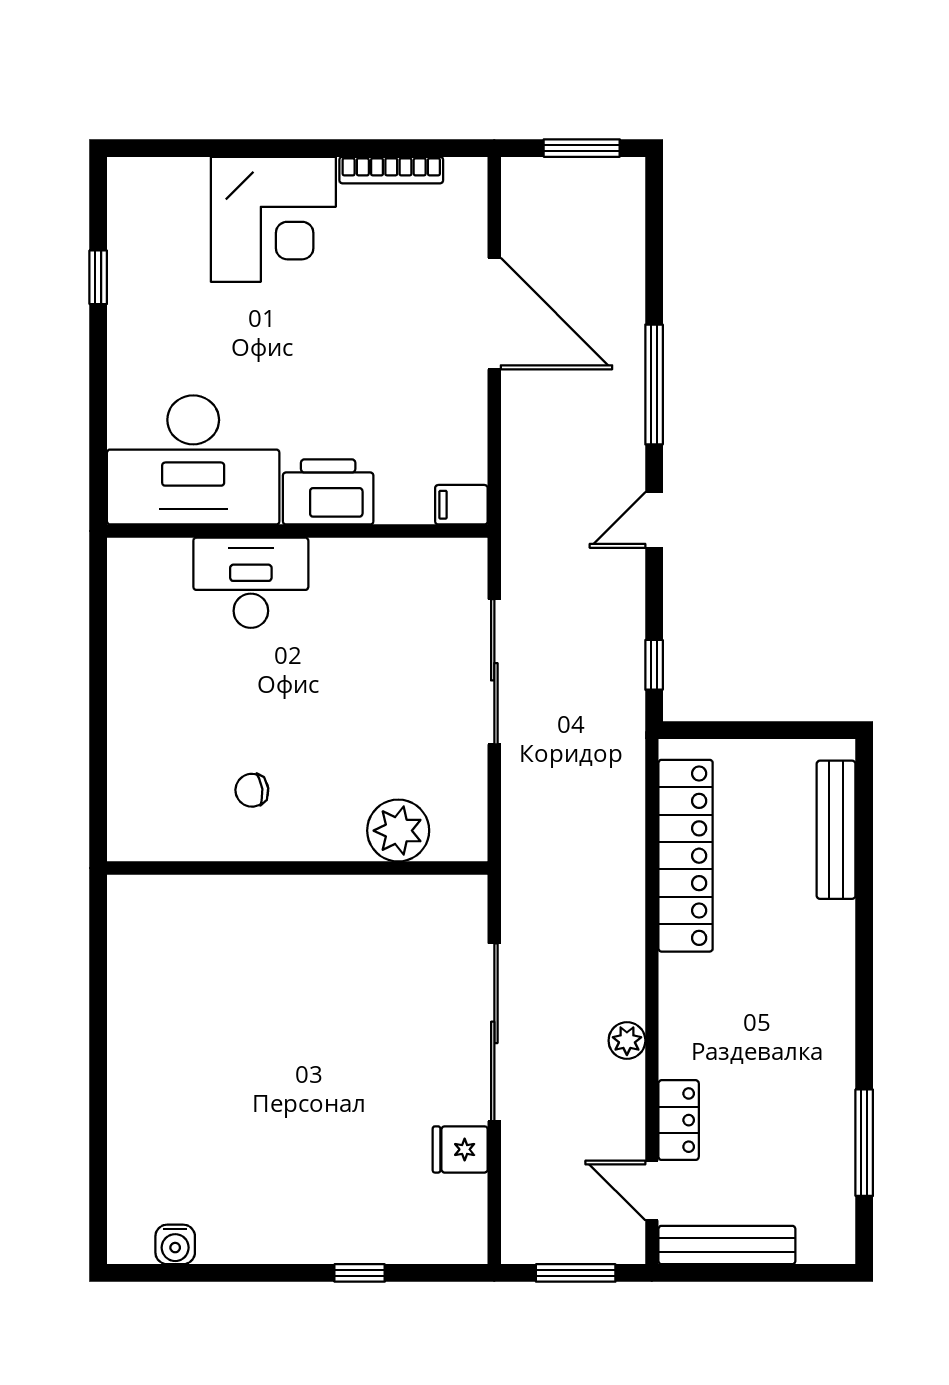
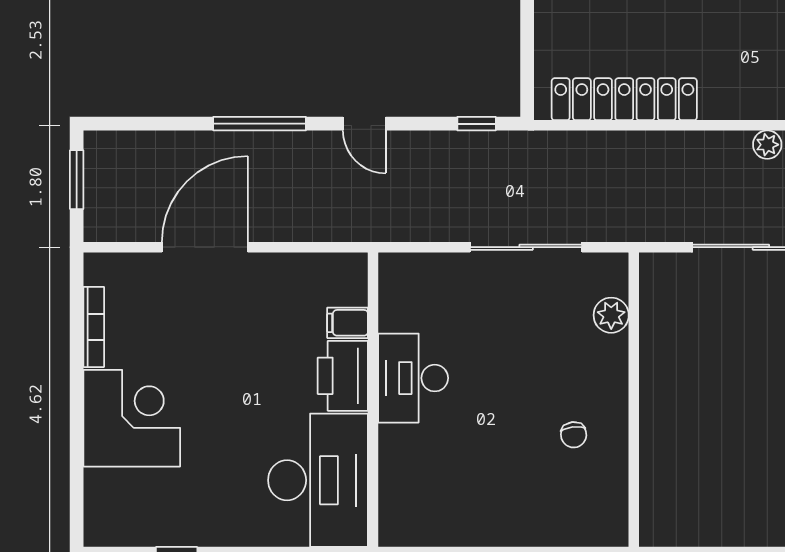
filing cabinet: (461, 505) -> (348, 323), moved, turned 90
desk: (251, 583) -> (413, 378), moved
sliding door: (494, 672) -> (526, 247), moved
plant: (398, 831) -> (611, 315), width x0.73, depth x0.73

